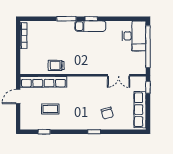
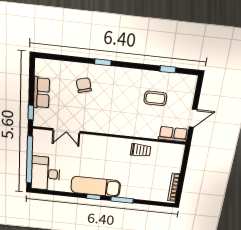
exam couch: (90, 26) -> (96, 187), width x1.36, depth x1.45
double door: (119, 75) -> (66, 131), swing flipped
row of seats: (43, 82) -> (173, 134), width x0.50
row of seats: (140, 110) -> (41, 93), width x0.68

